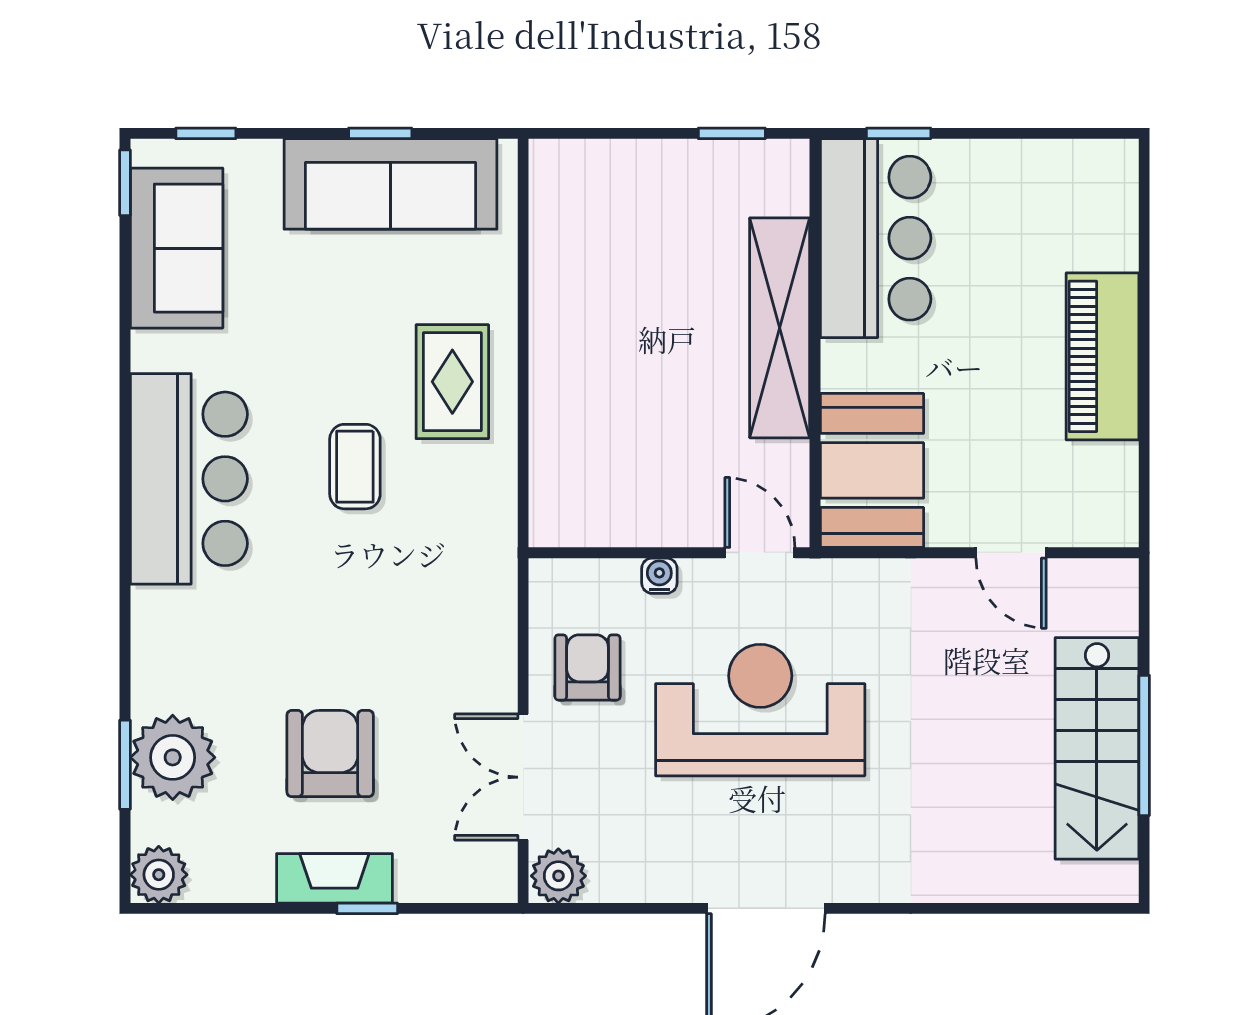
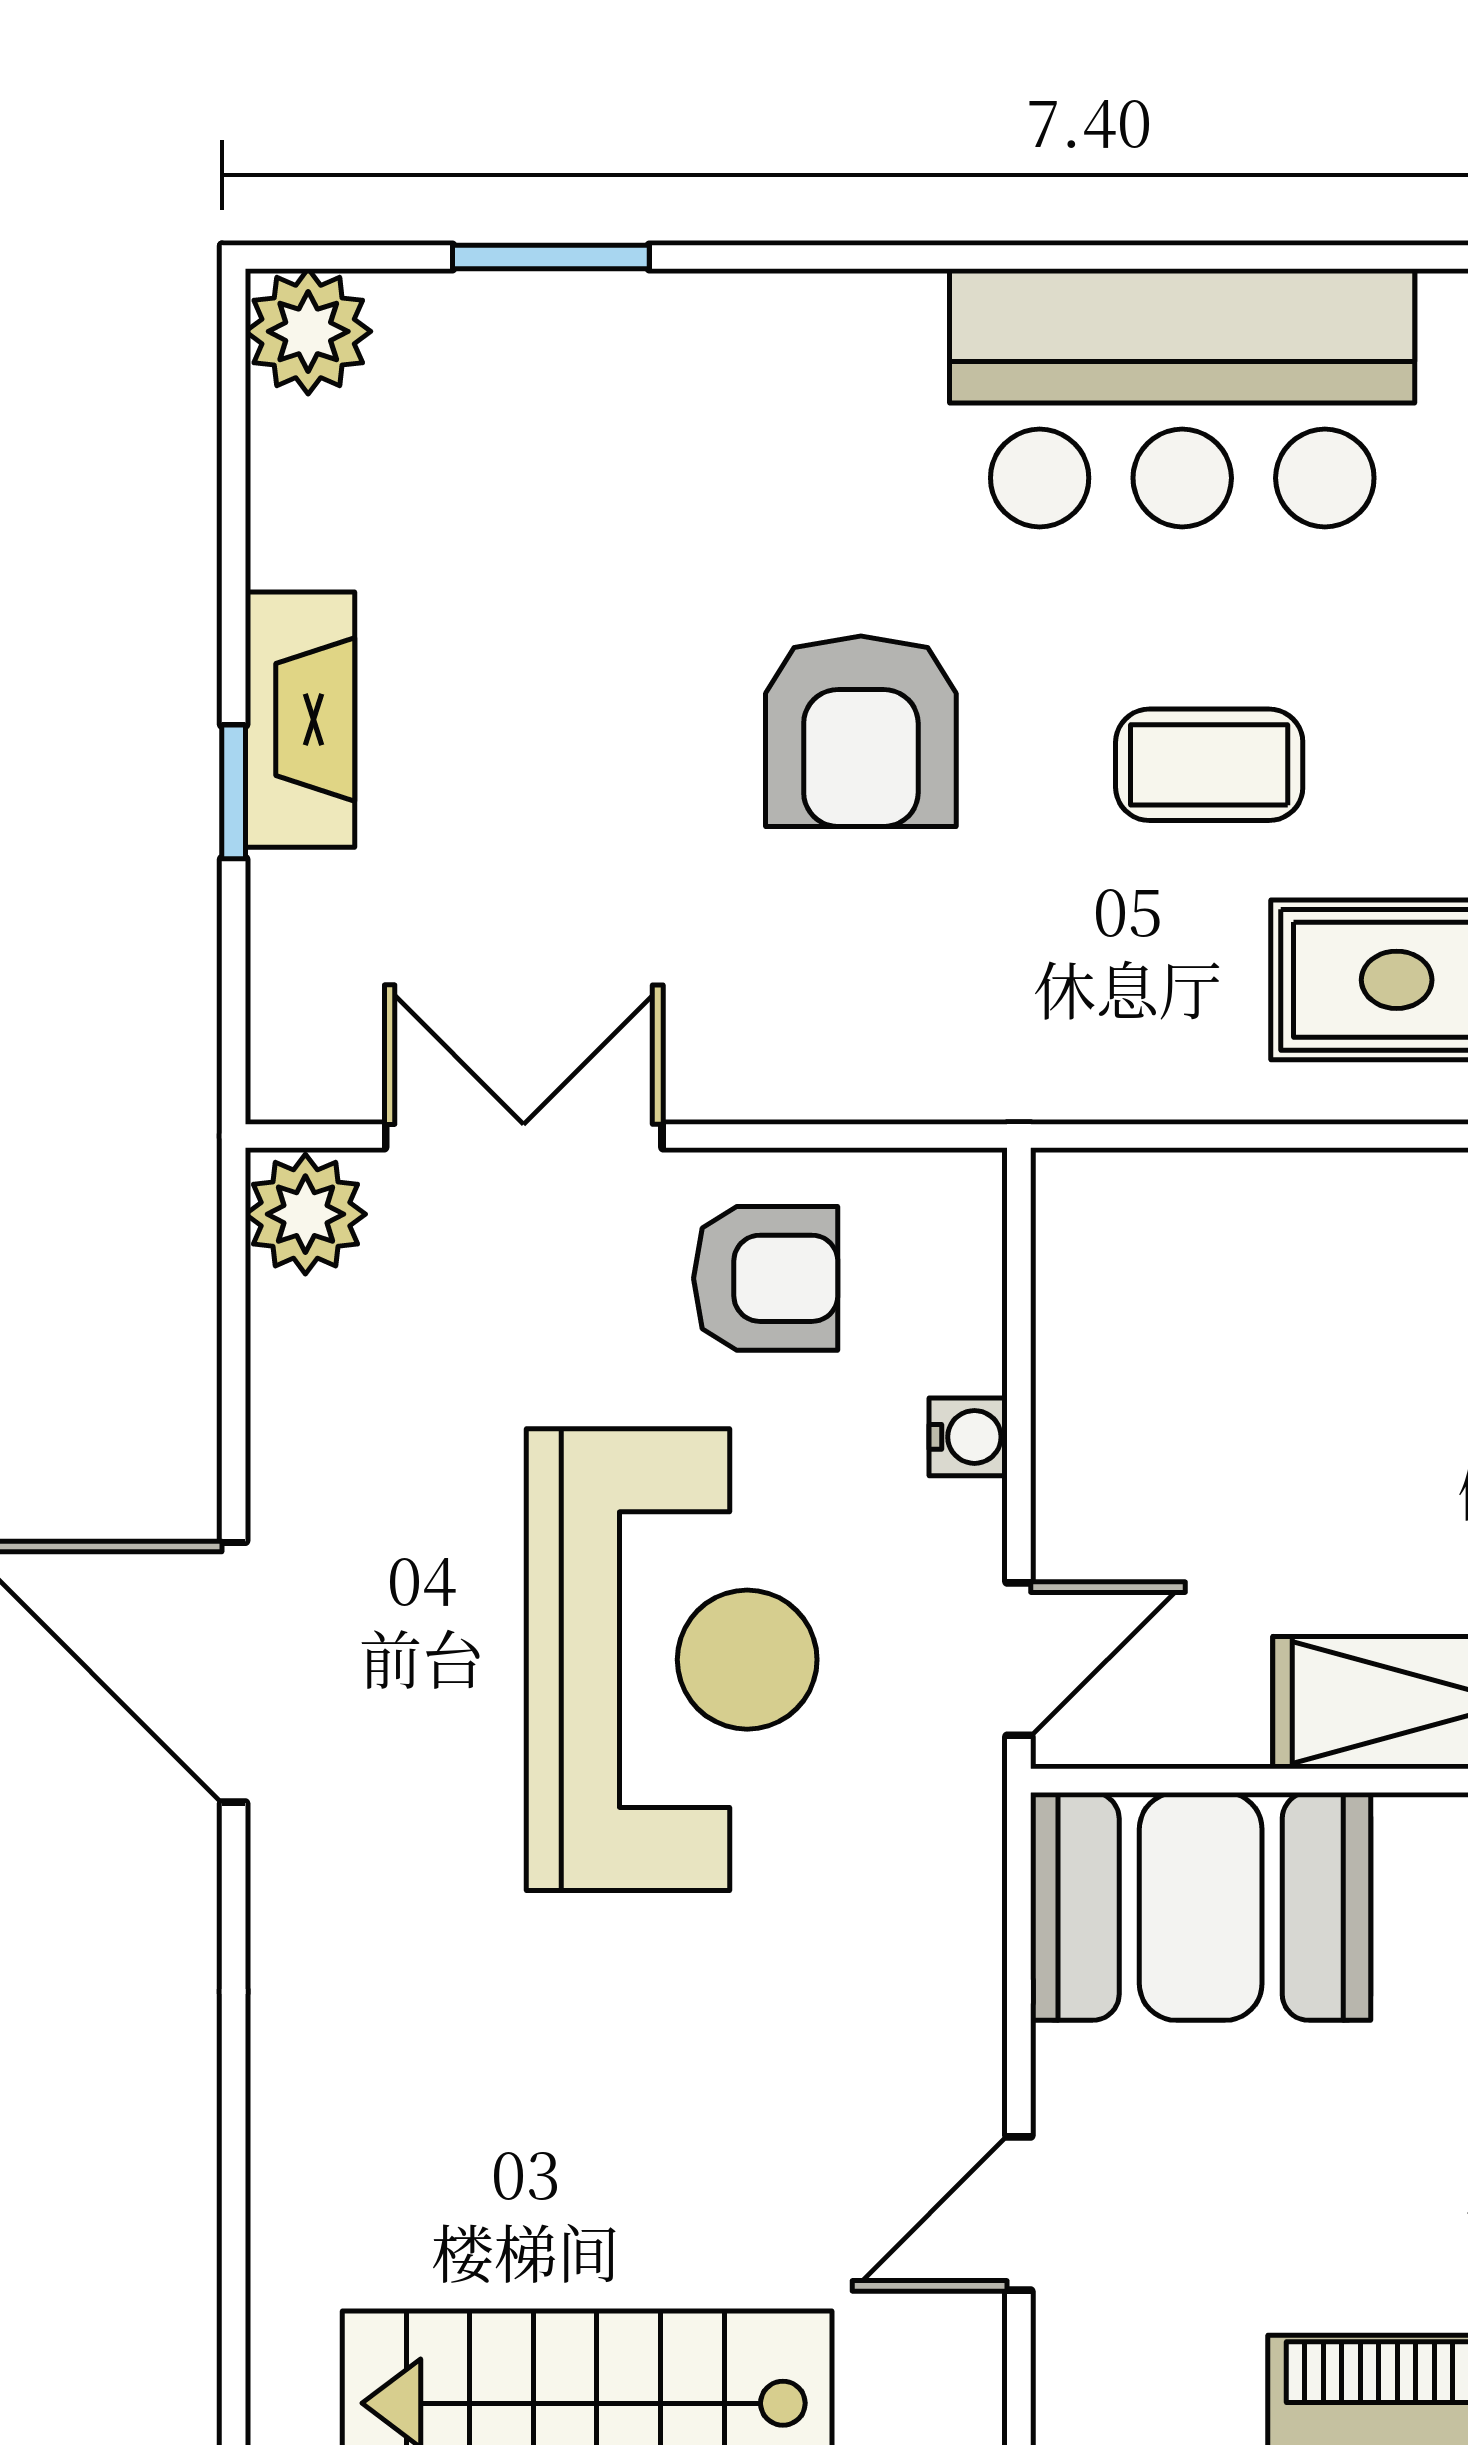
armchair: (330, 754) -> (861, 731), moved, turned 90
plant: (173, 757) -> (567, 362), removed

